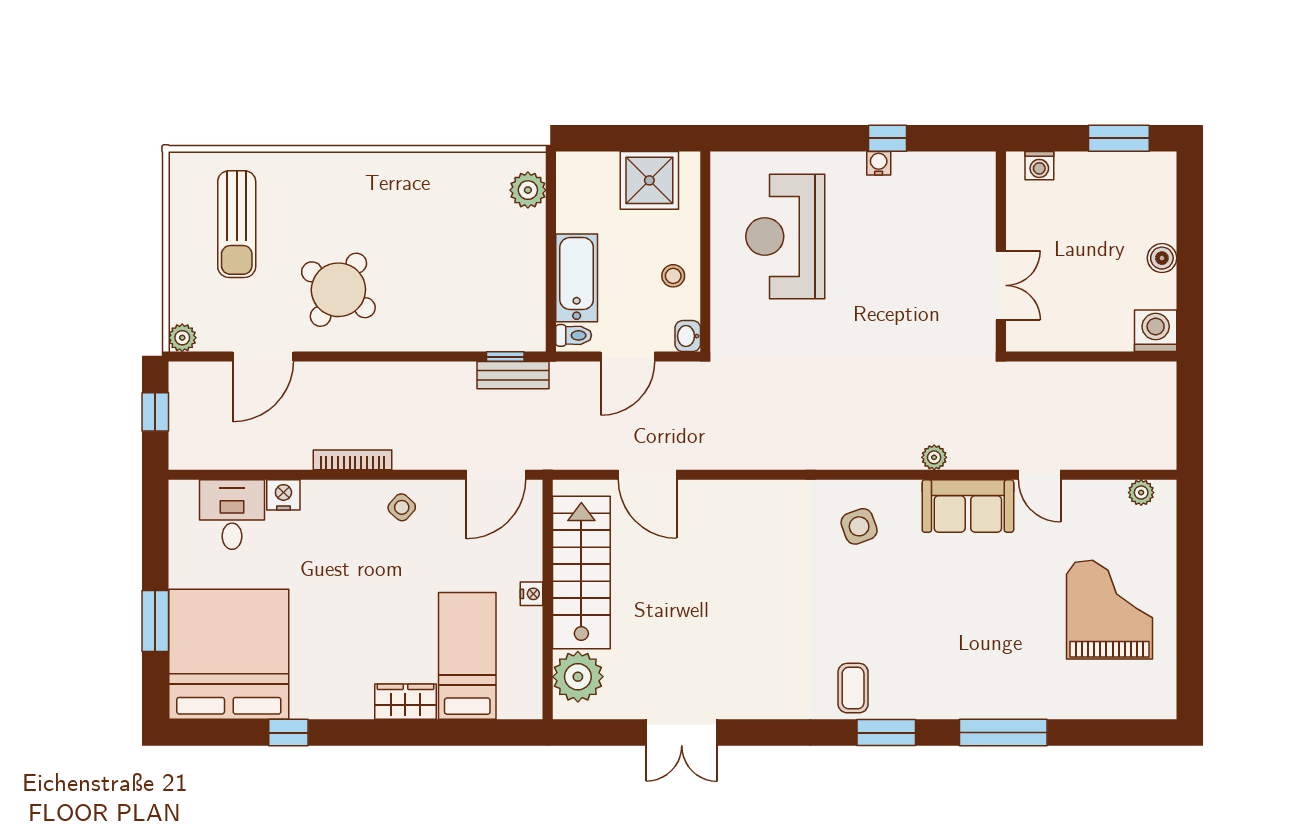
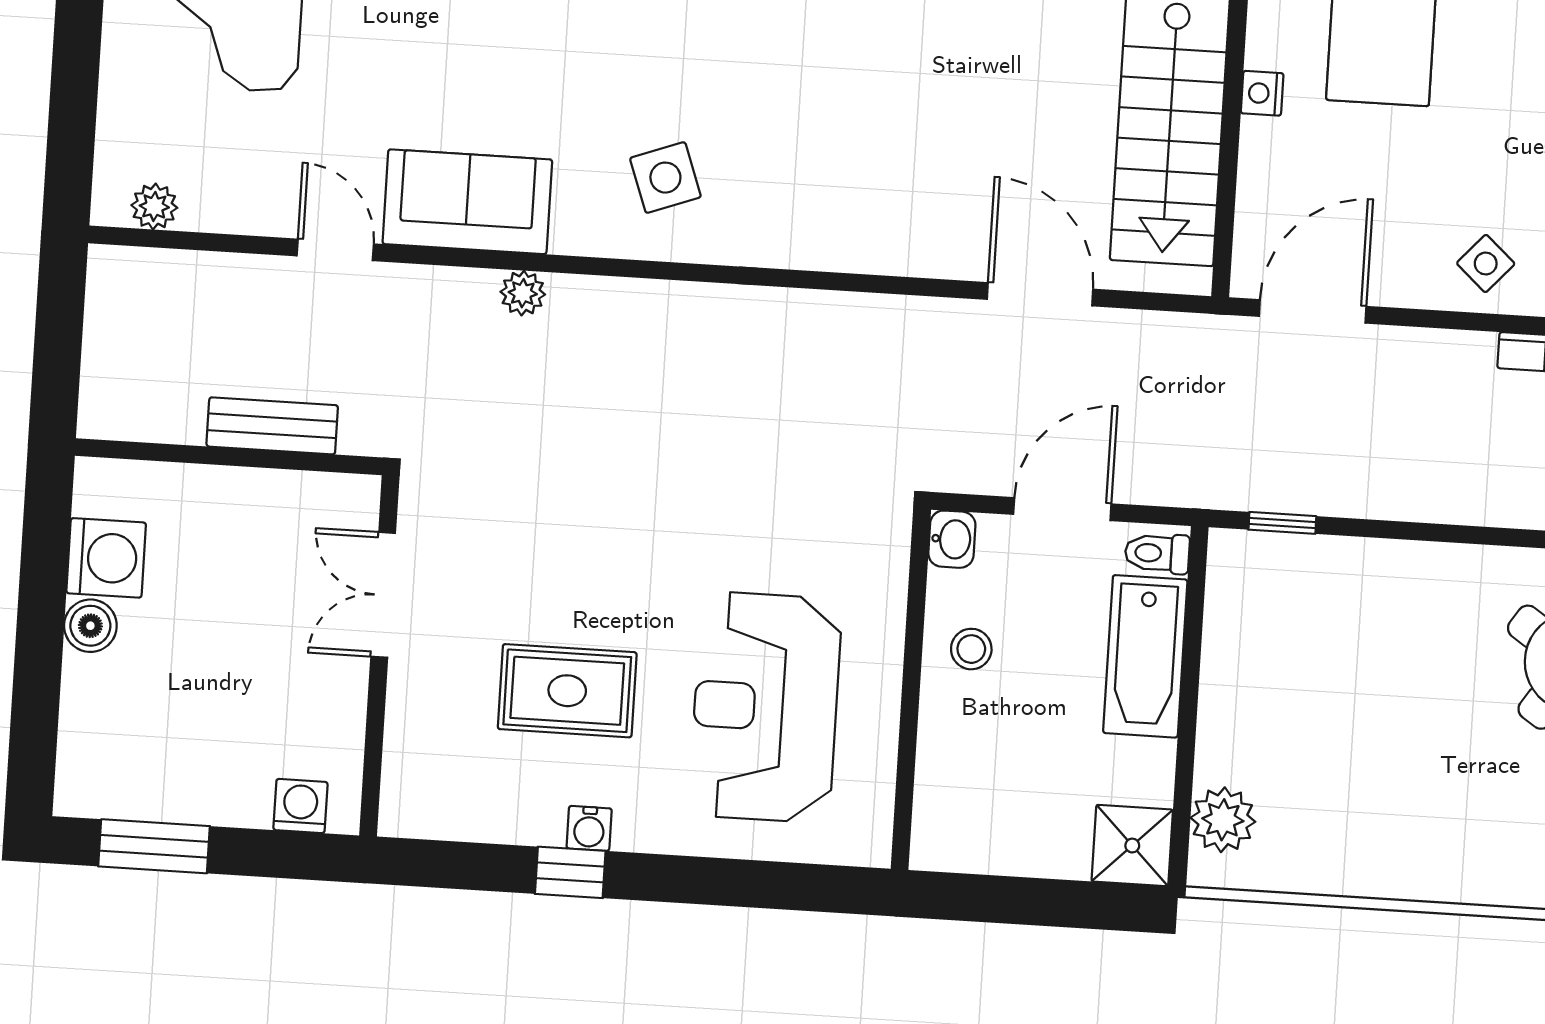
shower: (649, 180) -> (1132, 846), moved, width x0.73, depth x0.73
reception desk: (785, 236) -> (765, 707), turned 180
rug: (896, 239) -> (567, 691), added
washing machine: (1156, 331) -> (106, 558), moved, turned -90
bench: (513, 375) -> (272, 426), moved

